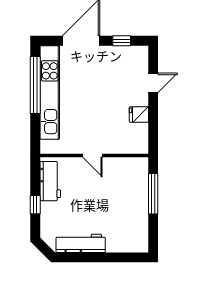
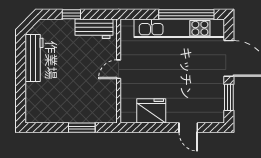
window: (122, 41) -> (229, 97), width x1.50
fridge: (139, 114) -> (151, 111), width x1.88, depth x1.34
window: (153, 194) -> (82, 128), width x0.69

